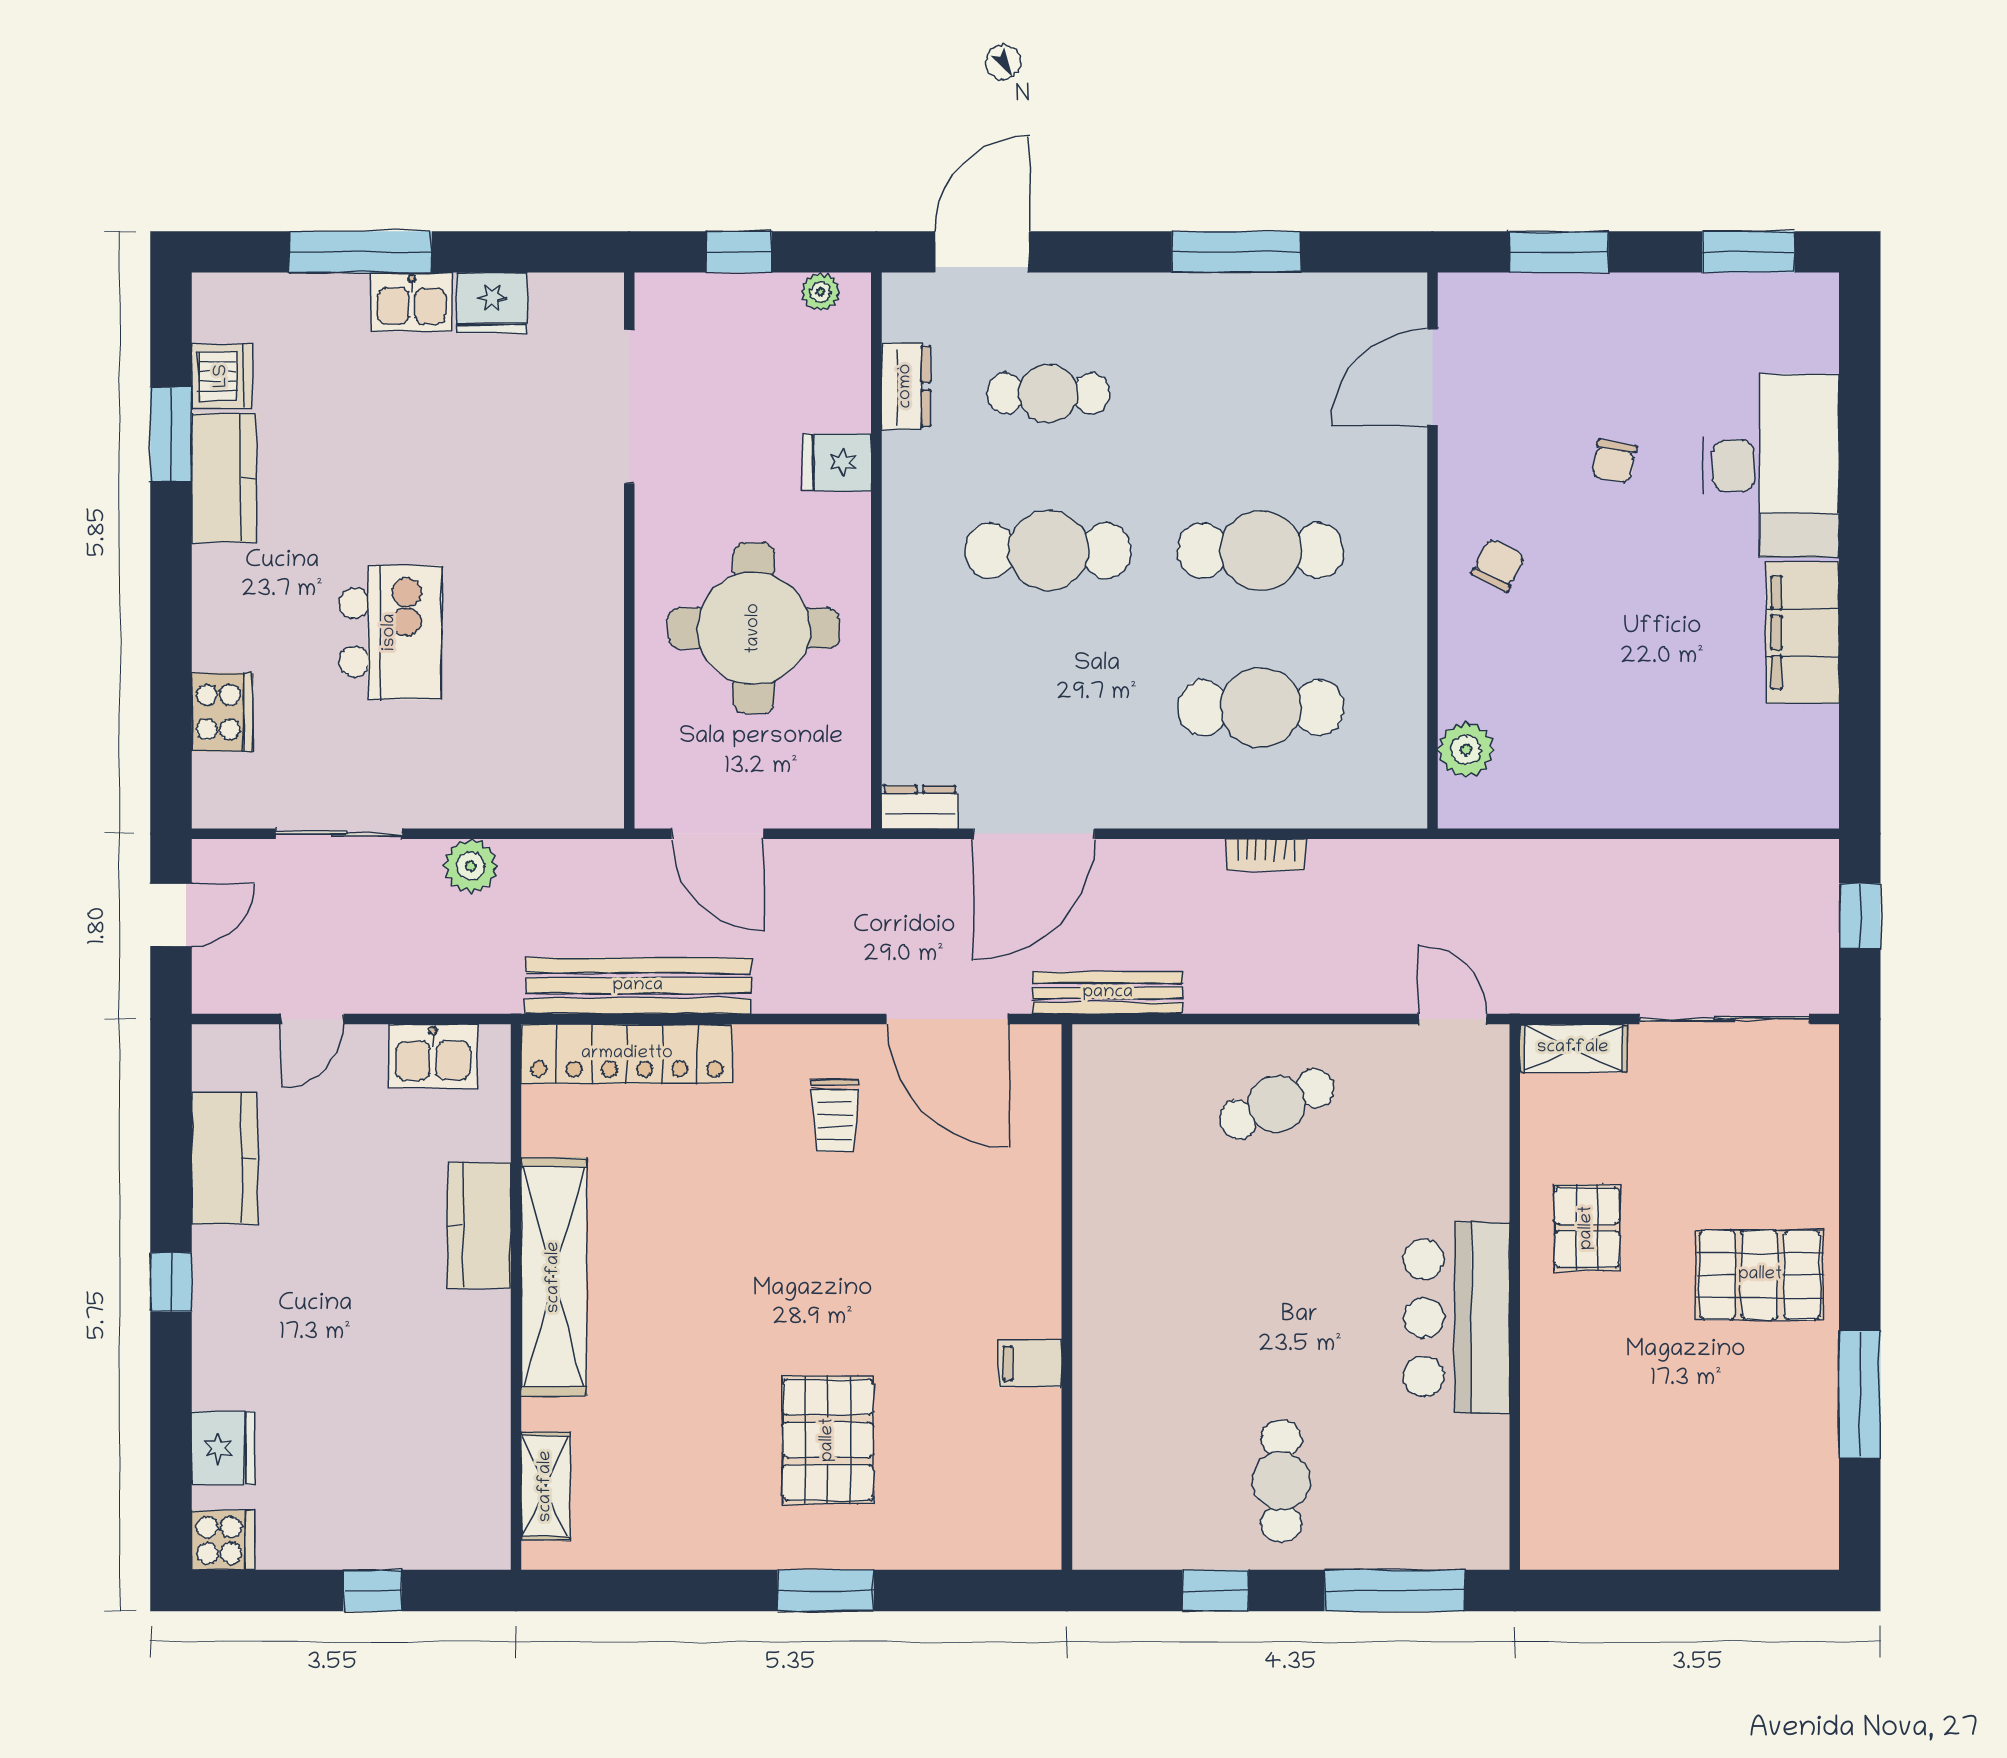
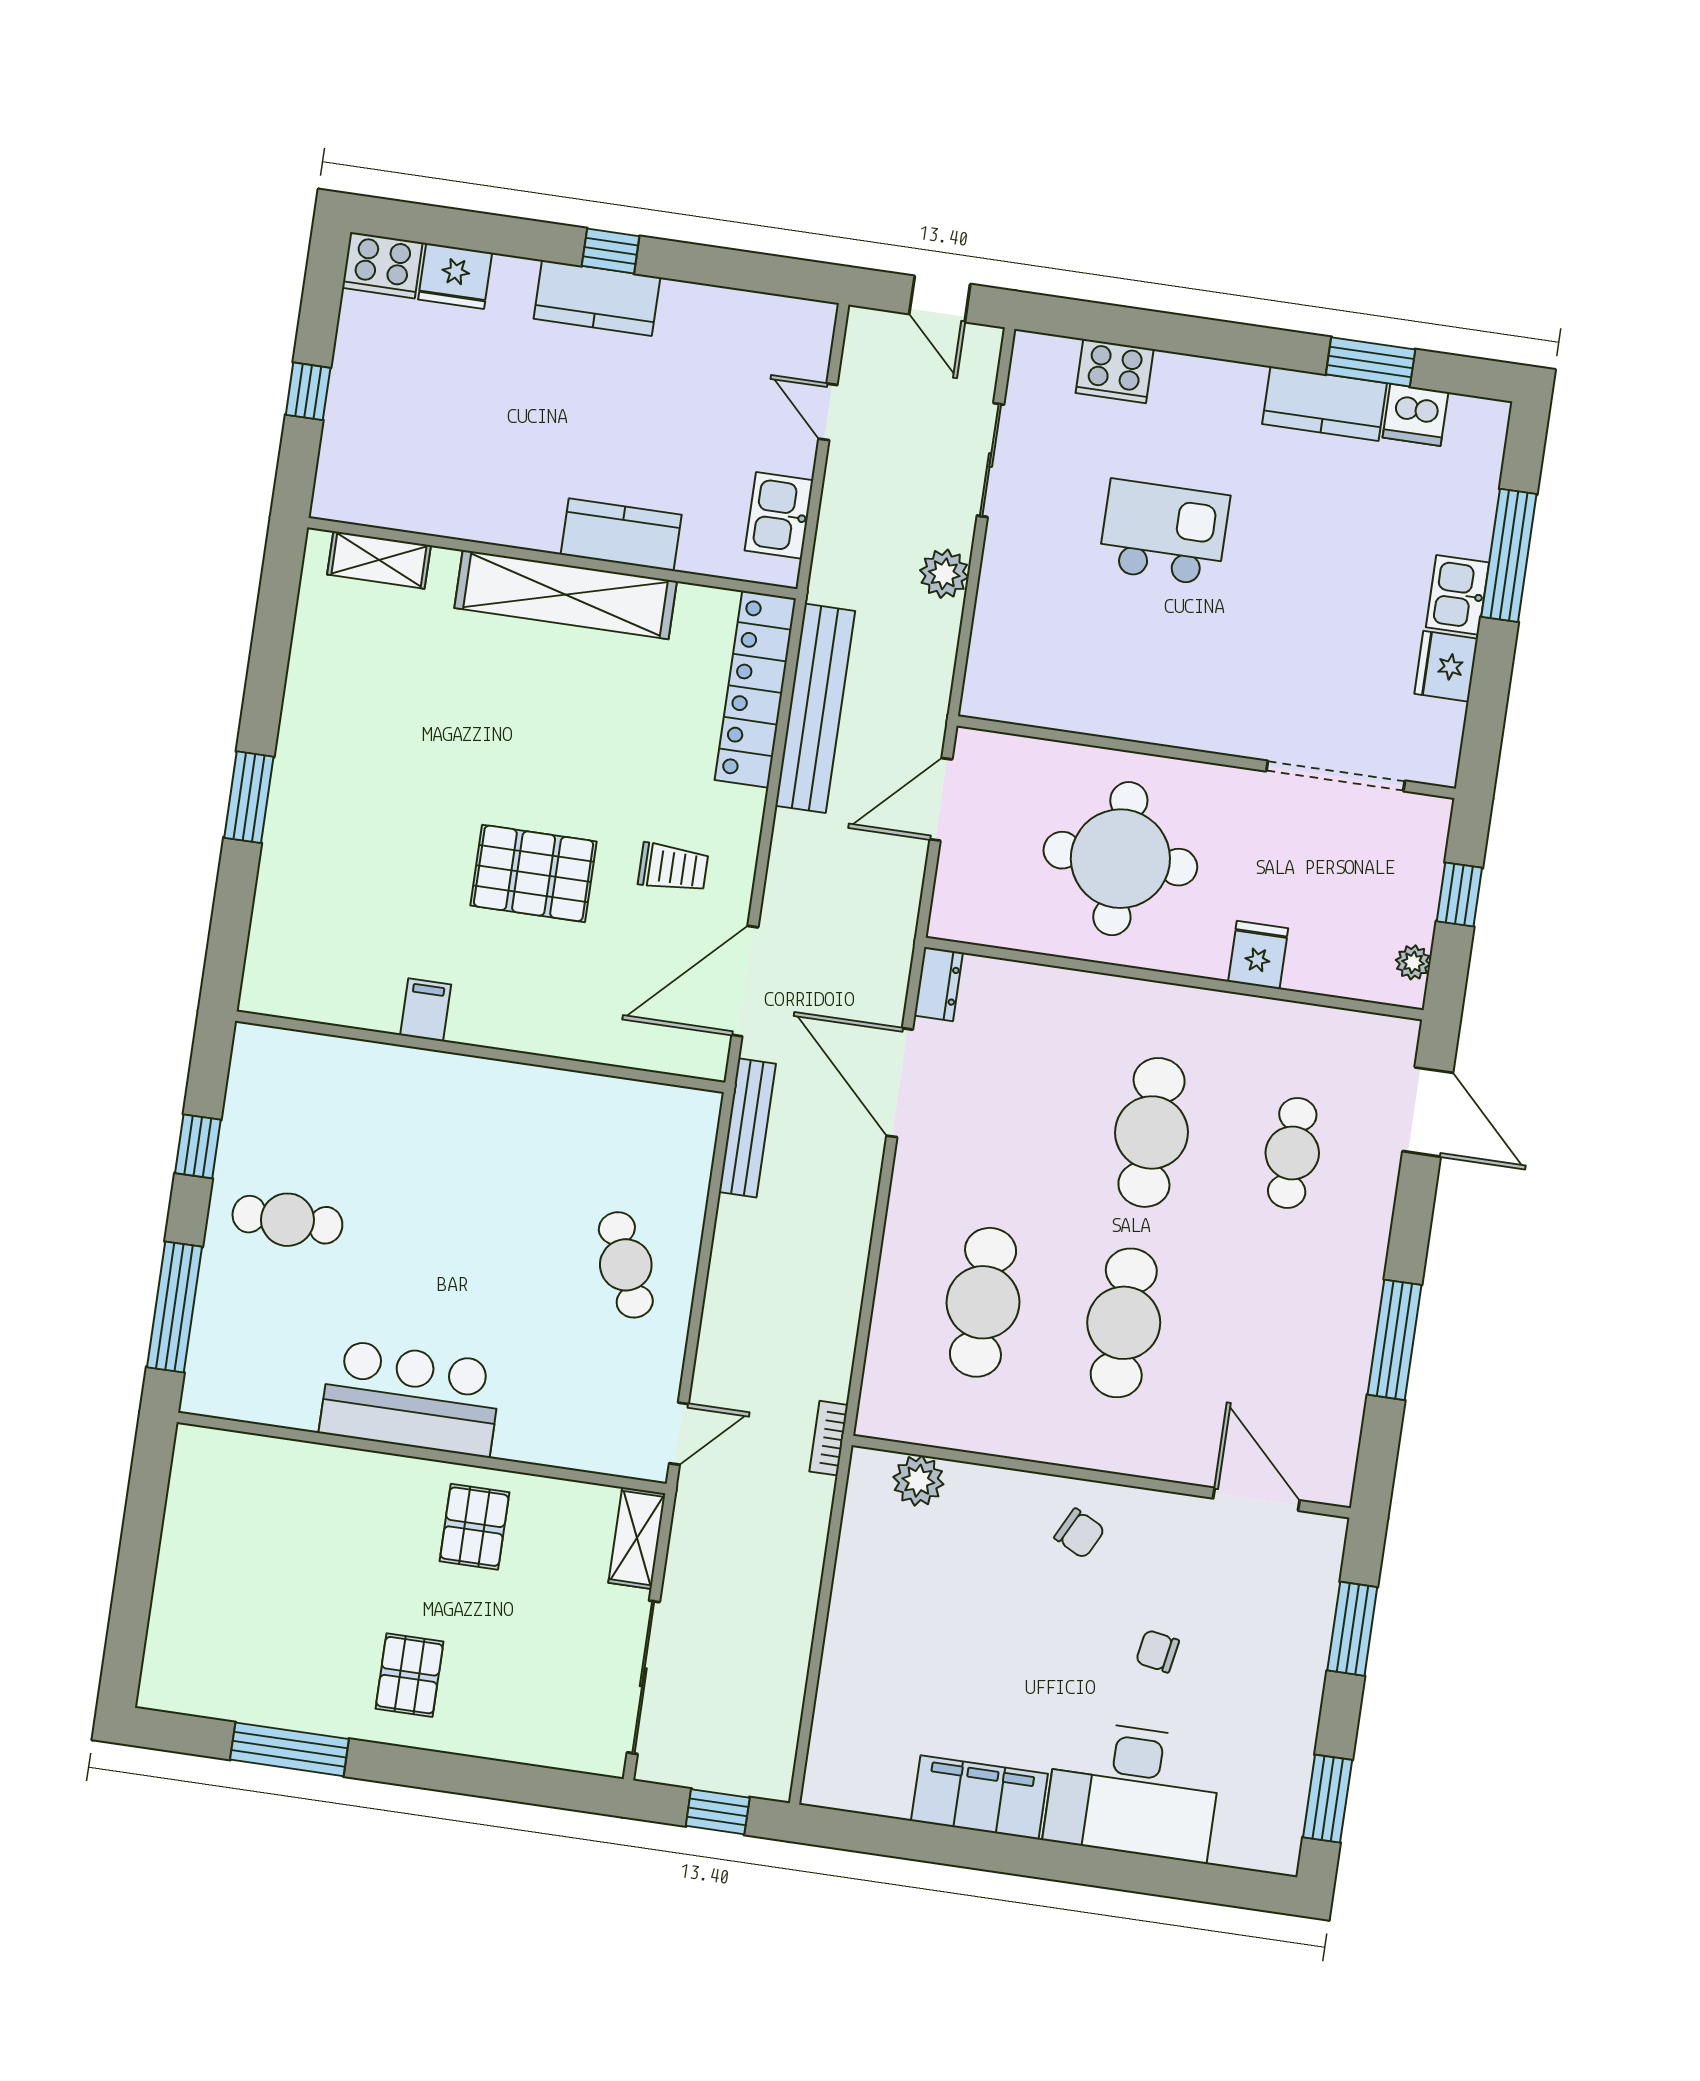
dresser: (906, 386) -> (1317, 1027), removed
kitchen island: (390, 632) -> (1164, 532), turned 180
bookcase: (1266, 855) -> (829, 1438), moved
trolley: (835, 1115) -> (673, 868), turned 180
kitchen counter: (225, 1158) -> (597, 298), moved
pallet: (1587, 1228) -> (474, 1527), turned 90
pallet: (1760, 1275) -> (409, 1675), width x0.67, depth x0.71
pallet: (828, 1440) -> (534, 873), moved
cooker: (223, 1540) -> (382, 265), width x1.36

